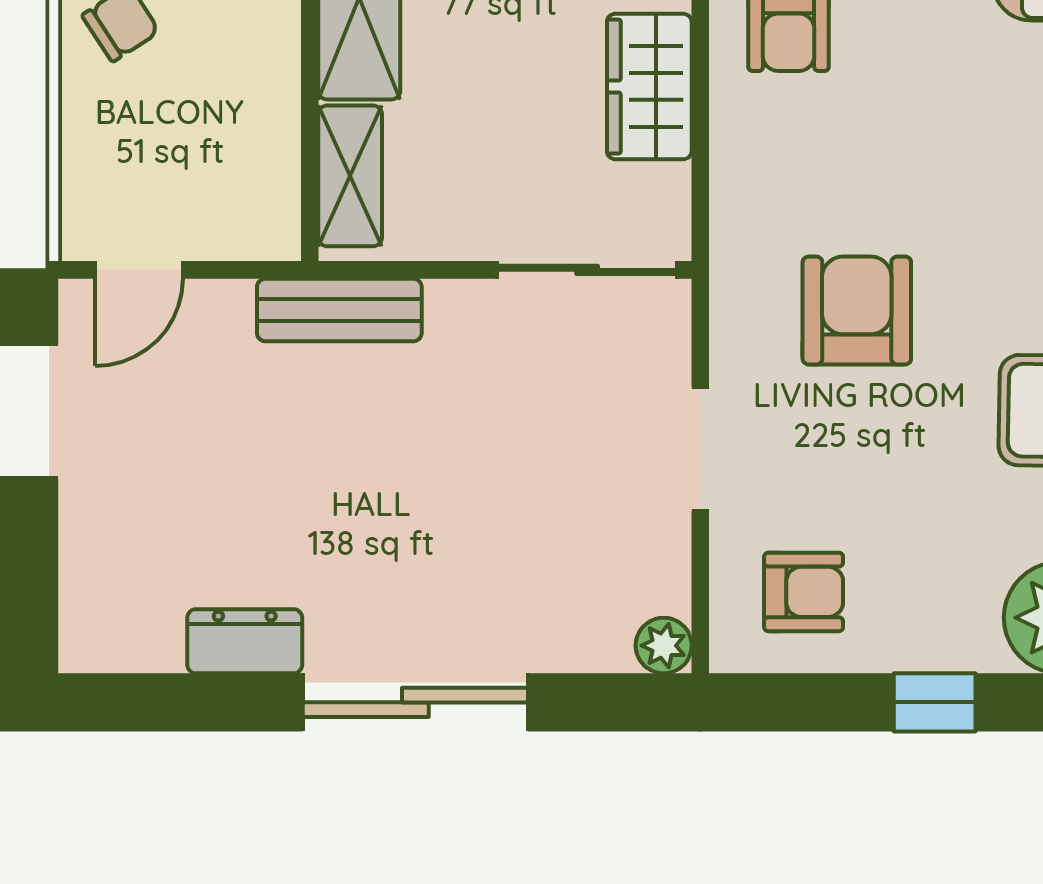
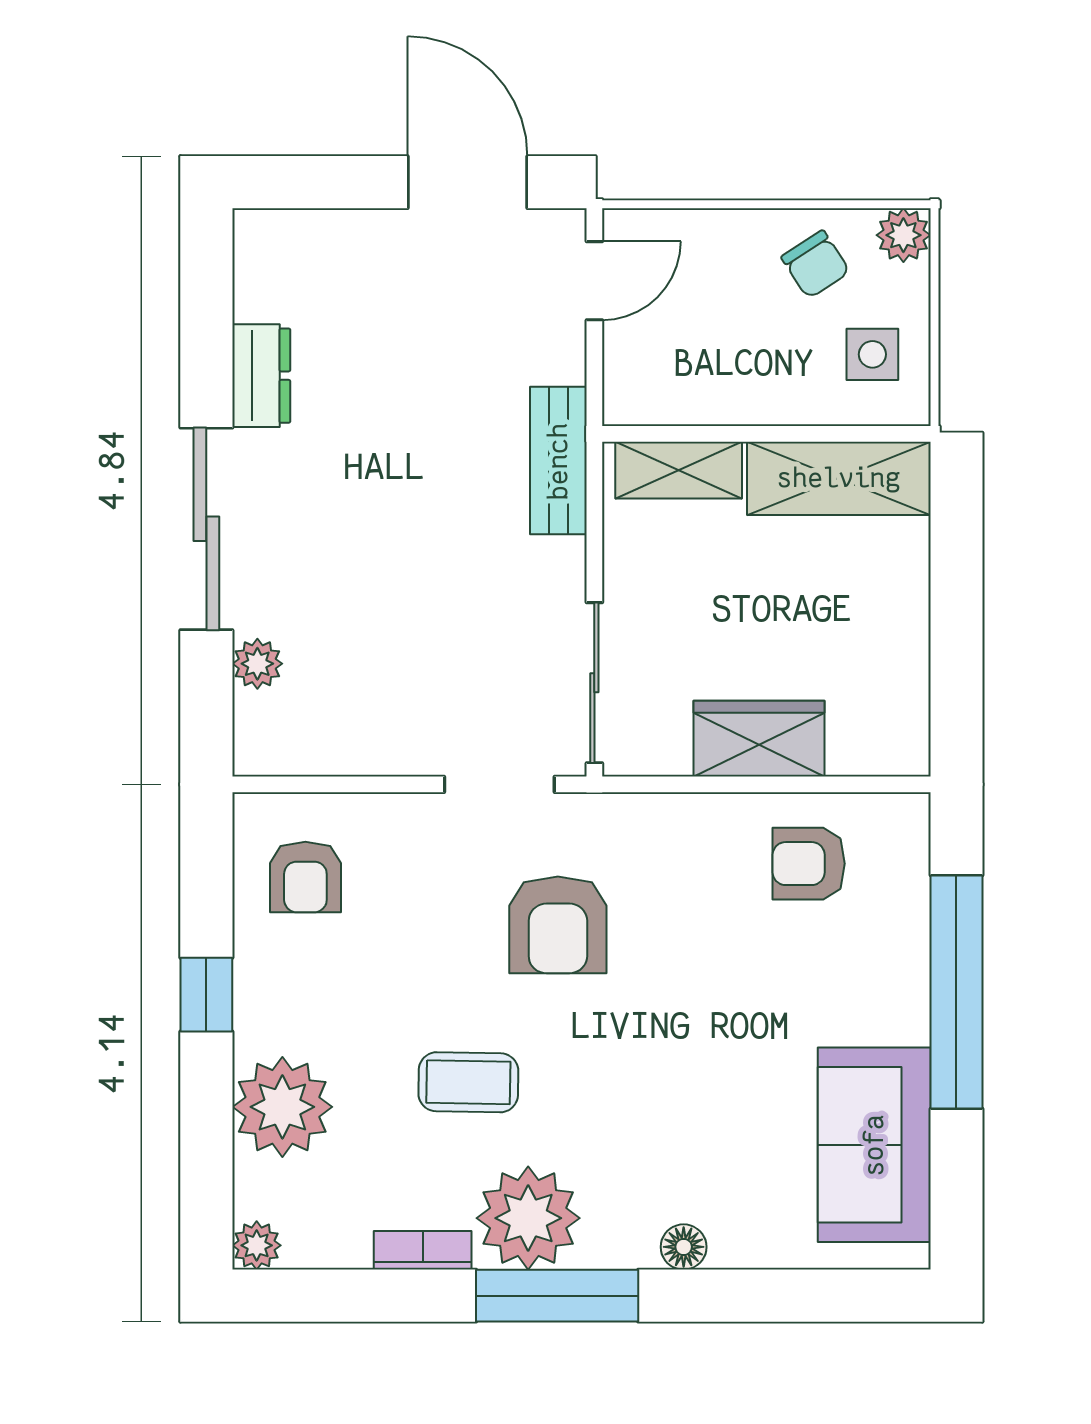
door: (139, 270) -> (594, 281), swing flipped
armchair: (857, 311) -> (558, 925), turned 90
doorway: (700, 449) -> (499, 784), moved
plant: (664, 646) -> (257, 664), moved

